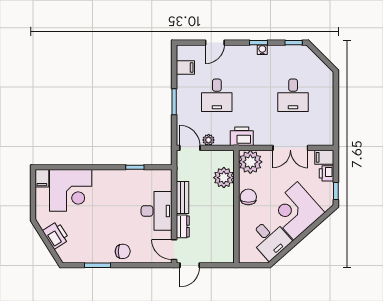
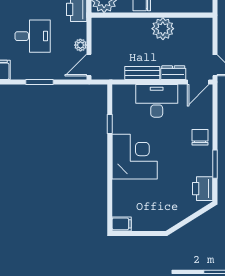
plant: (224, 178) -> (163, 29), moved
corner desk: (71, 190) -> (135, 157), moved
printer: (56, 235) -> (203, 189), moved, turned -58

